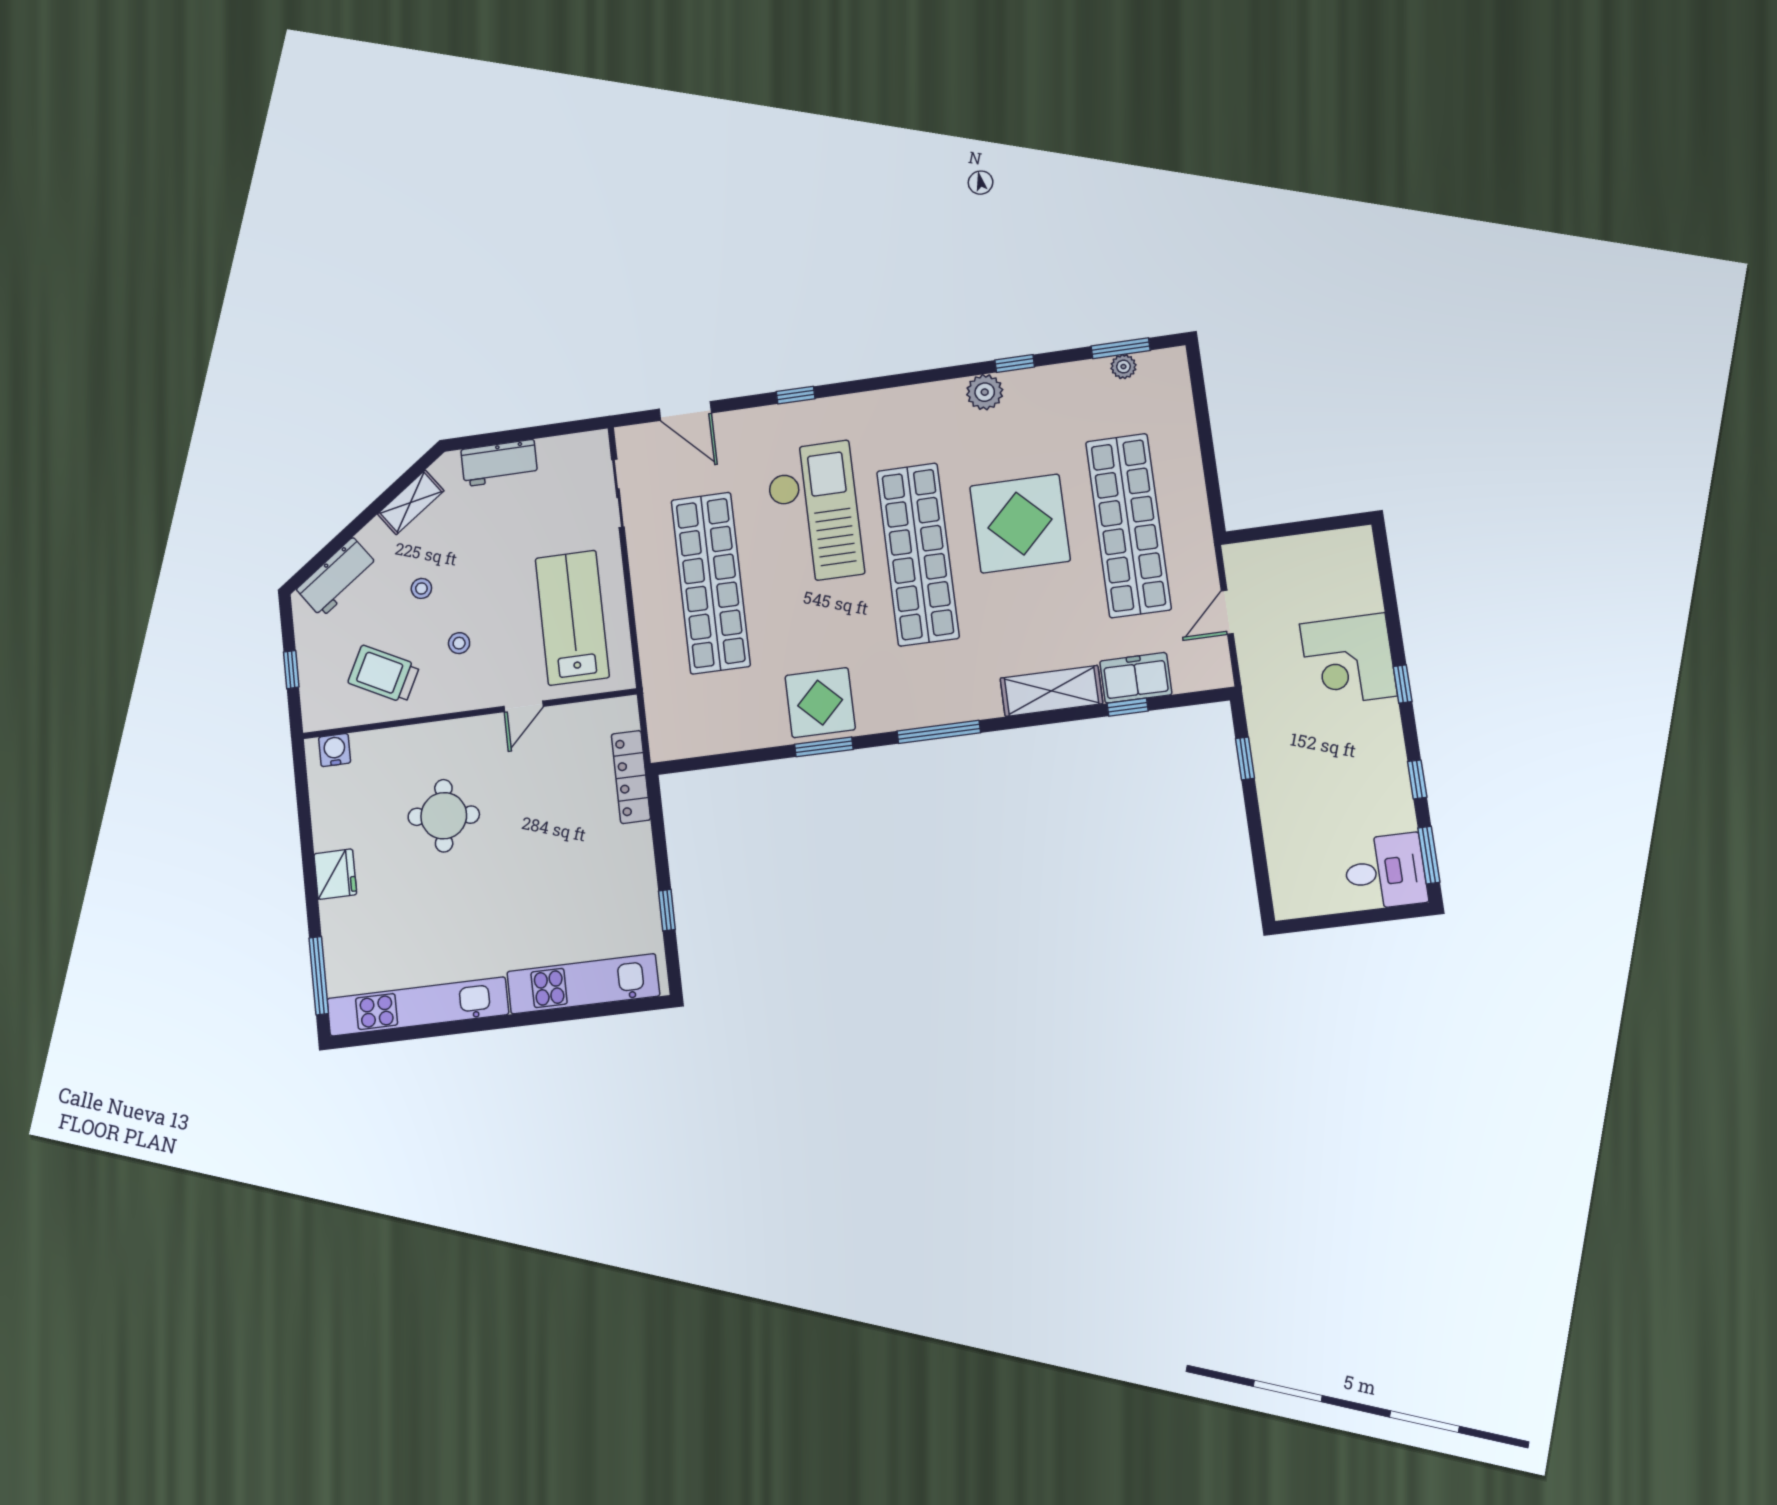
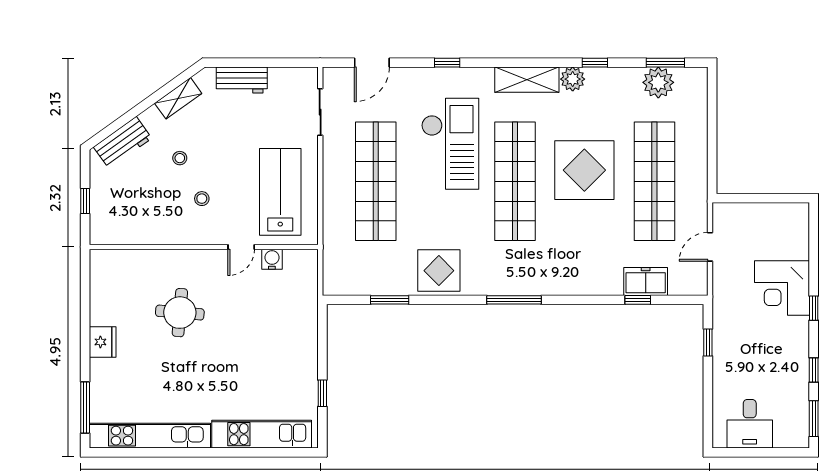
plant: (1123, 367) -> (658, 82), width x1.88, depth x1.88
door: (685, 411) -> (372, 63), hinge flipped
trolley: (384, 674) -> (148, 213), removed
shelving: (1051, 691) -> (527, 80), moved
window: (824, 747) -> (390, 300), moved
water cooler: (335, 750) -> (272, 259), moved
locker: (631, 777) -> (308, 303), removed
desk: (1385, 872) -> (750, 424), moved, turned 90

